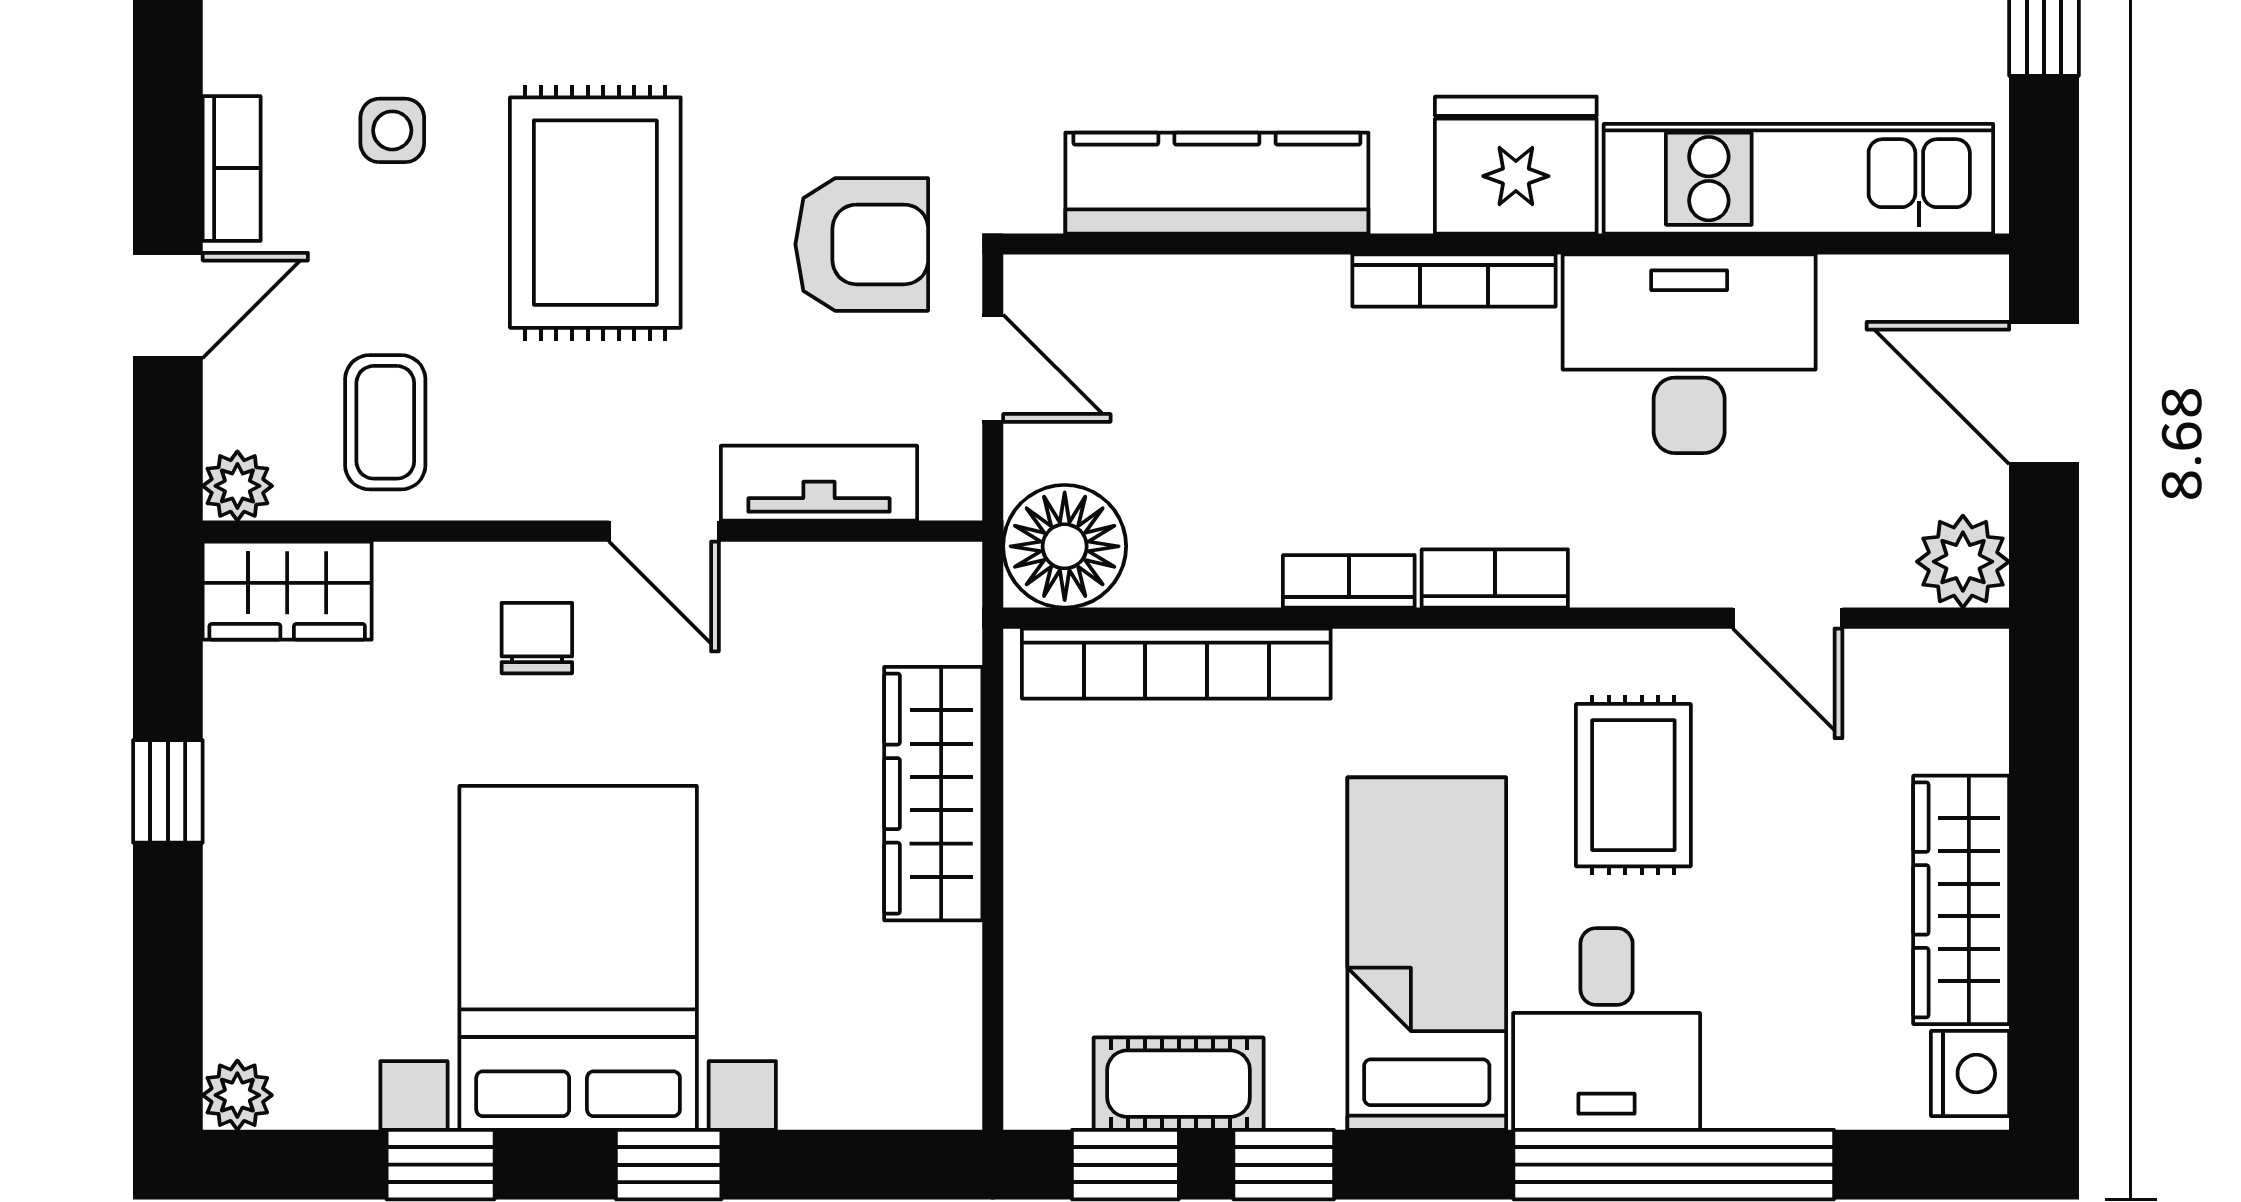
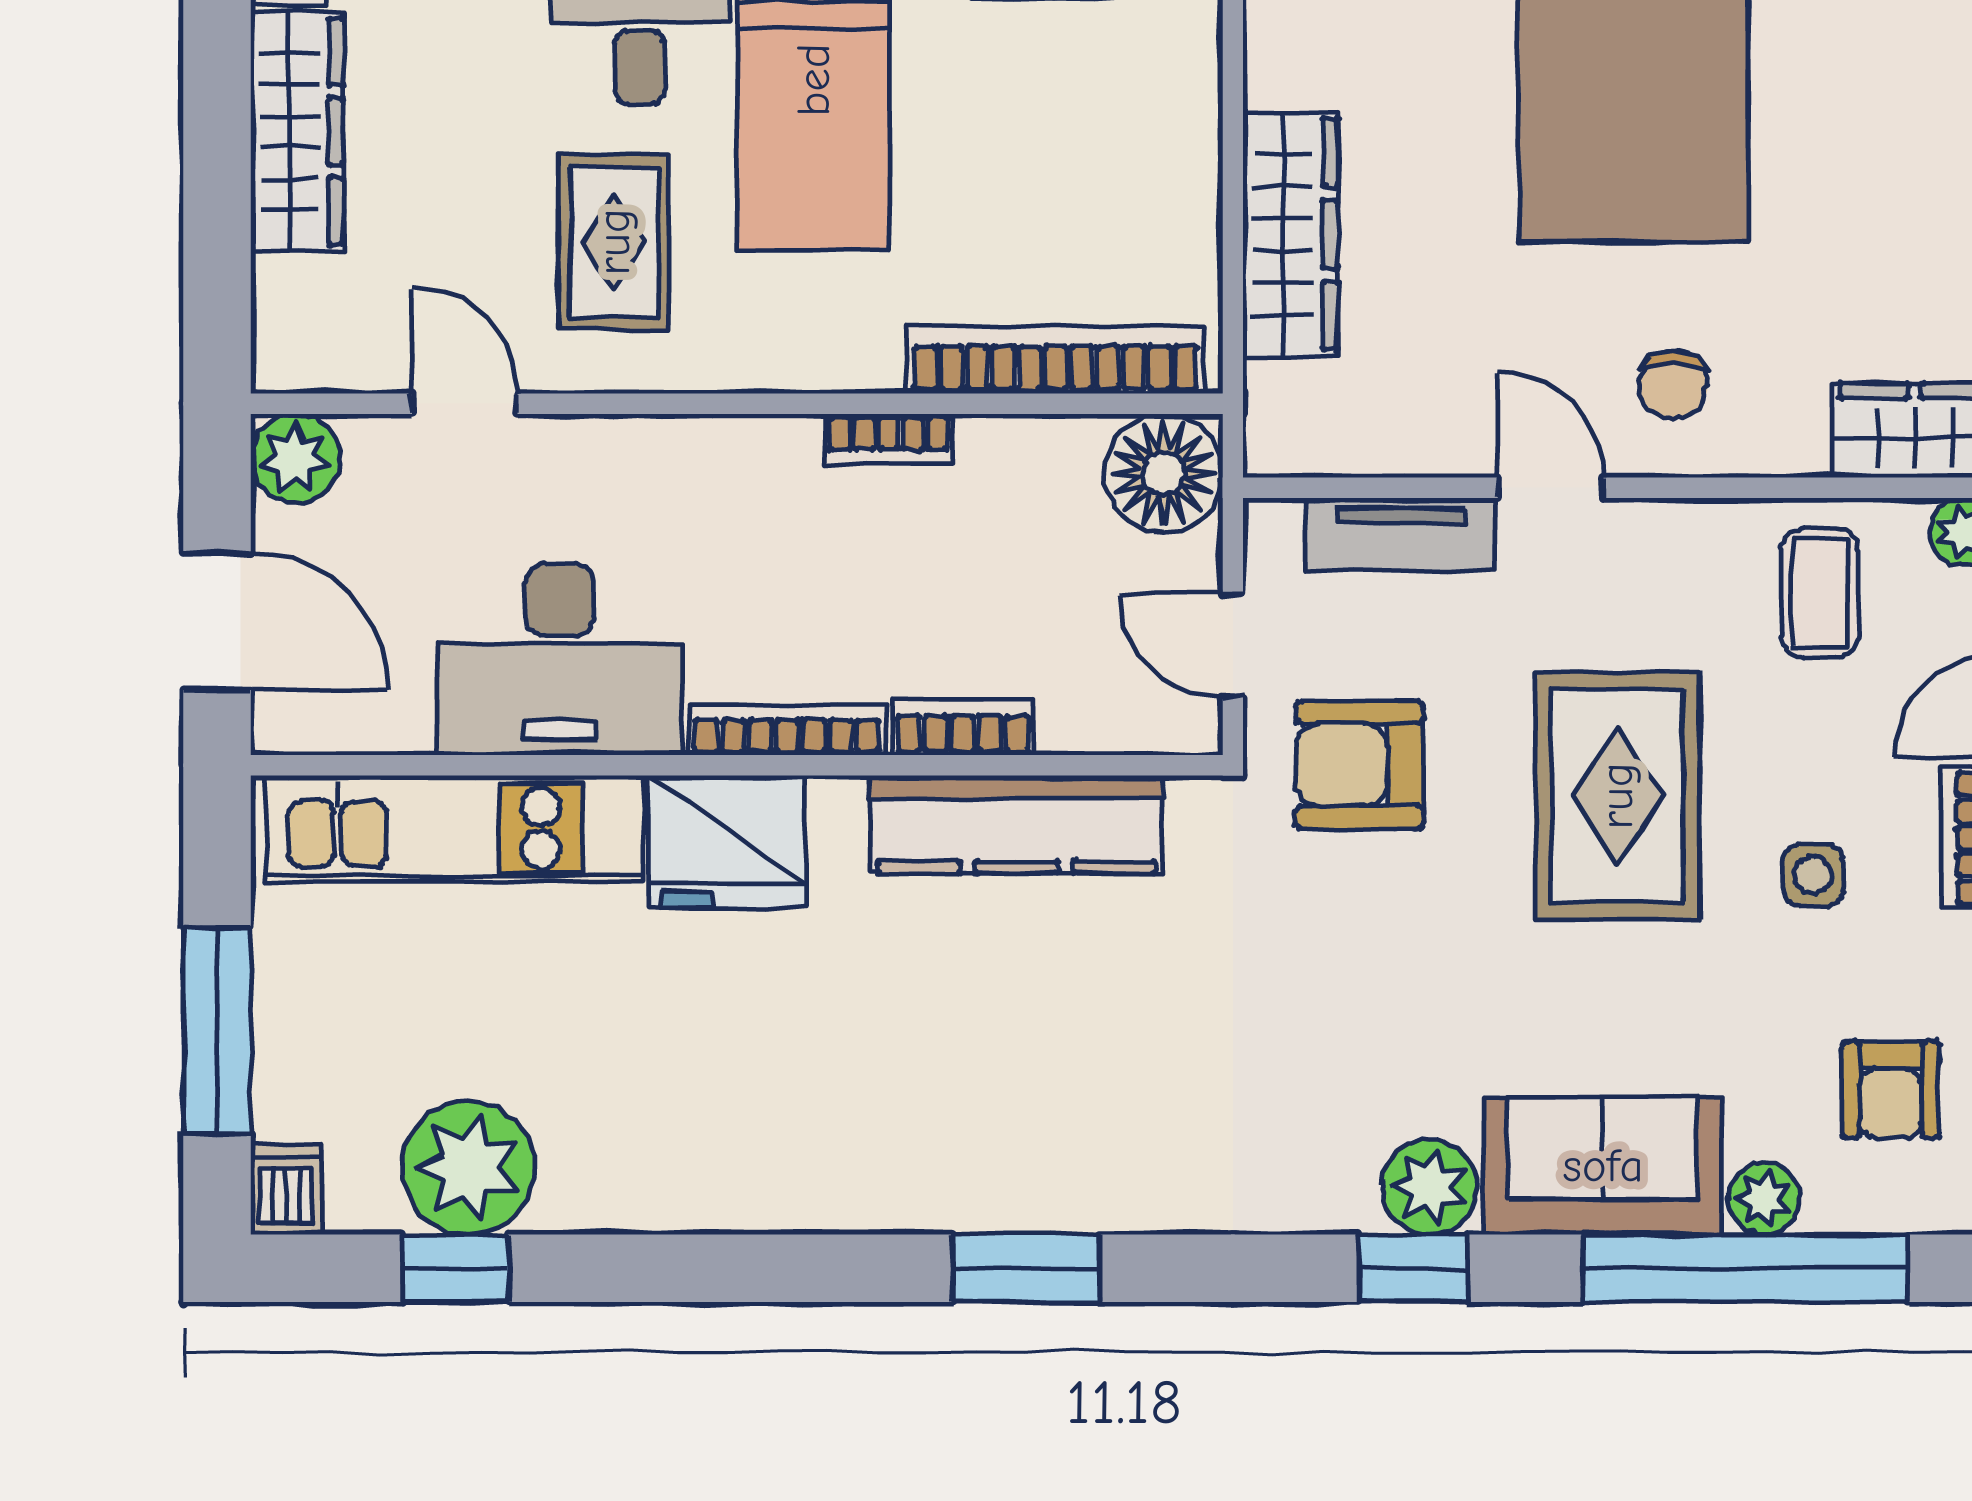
bookcase: (1495, 578) -> (963, 727), moved, turned 180

